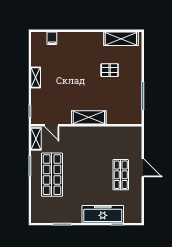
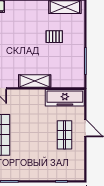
freezer: (103, 214) -> (65, 98), moved, turned 180

